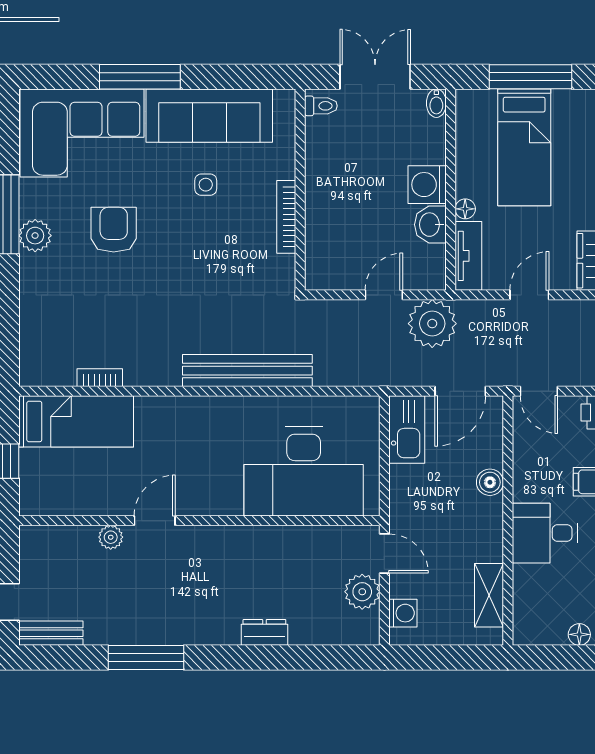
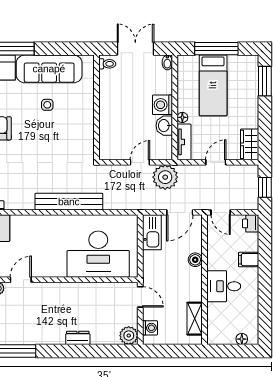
bookcase: (286, 217) -> (89, 122), removed
plant: (362, 592) -> (129, 336), moved

